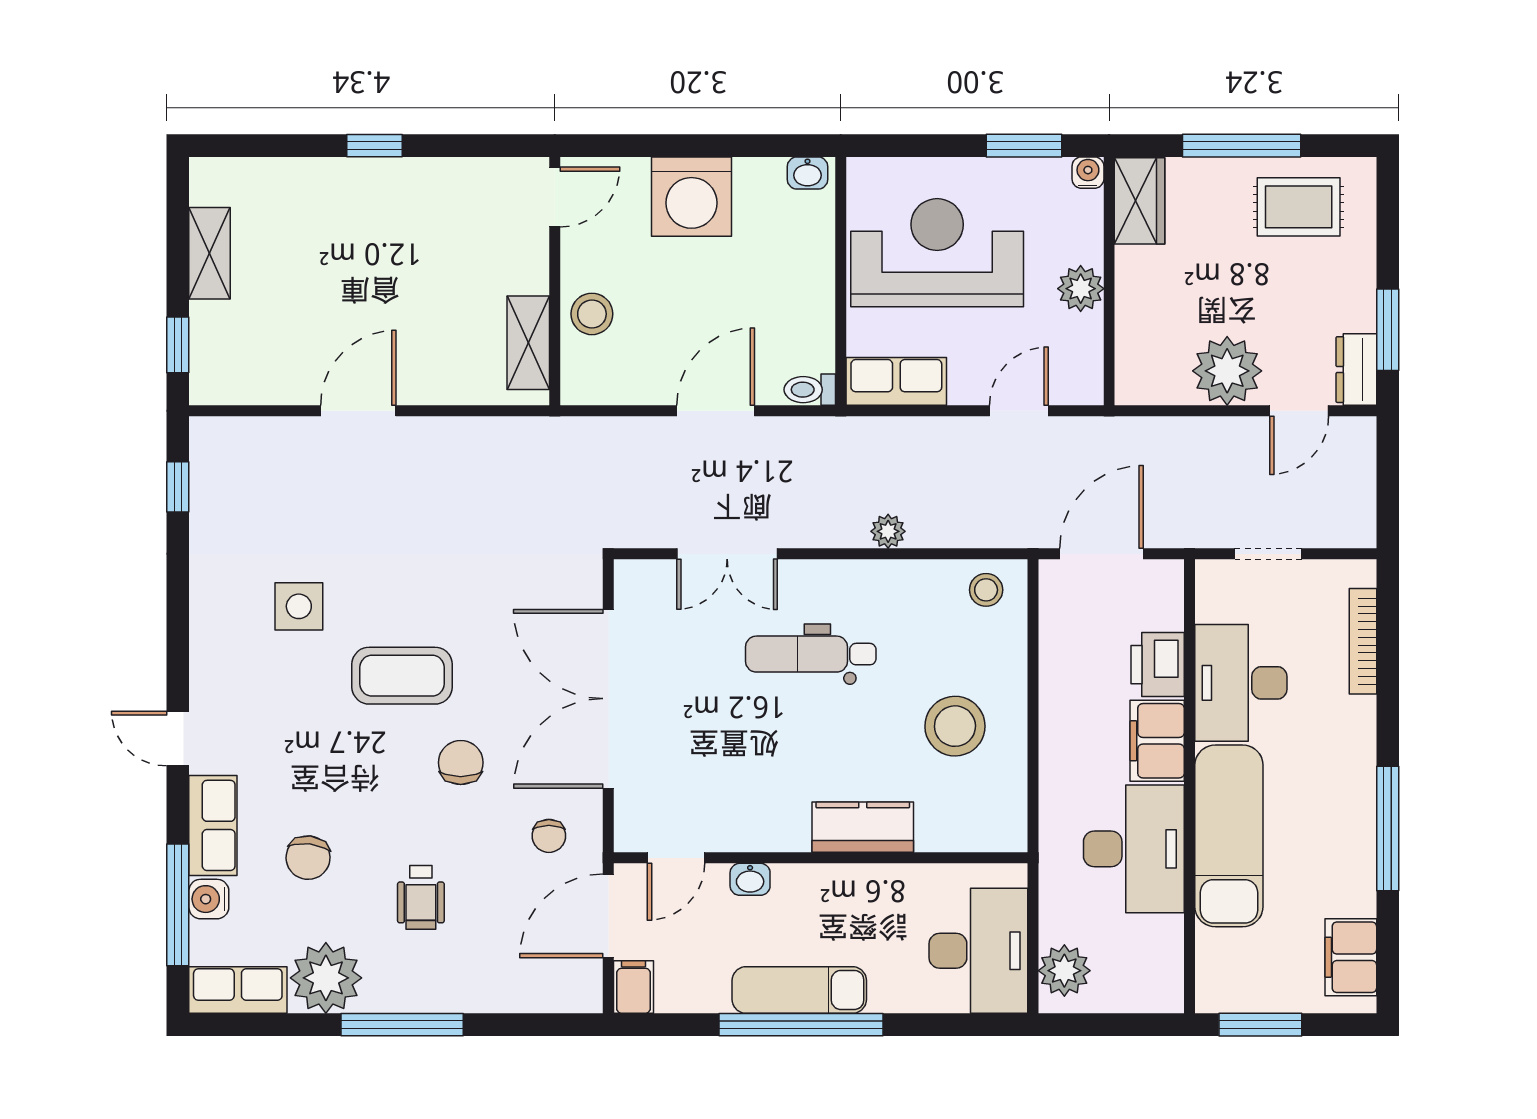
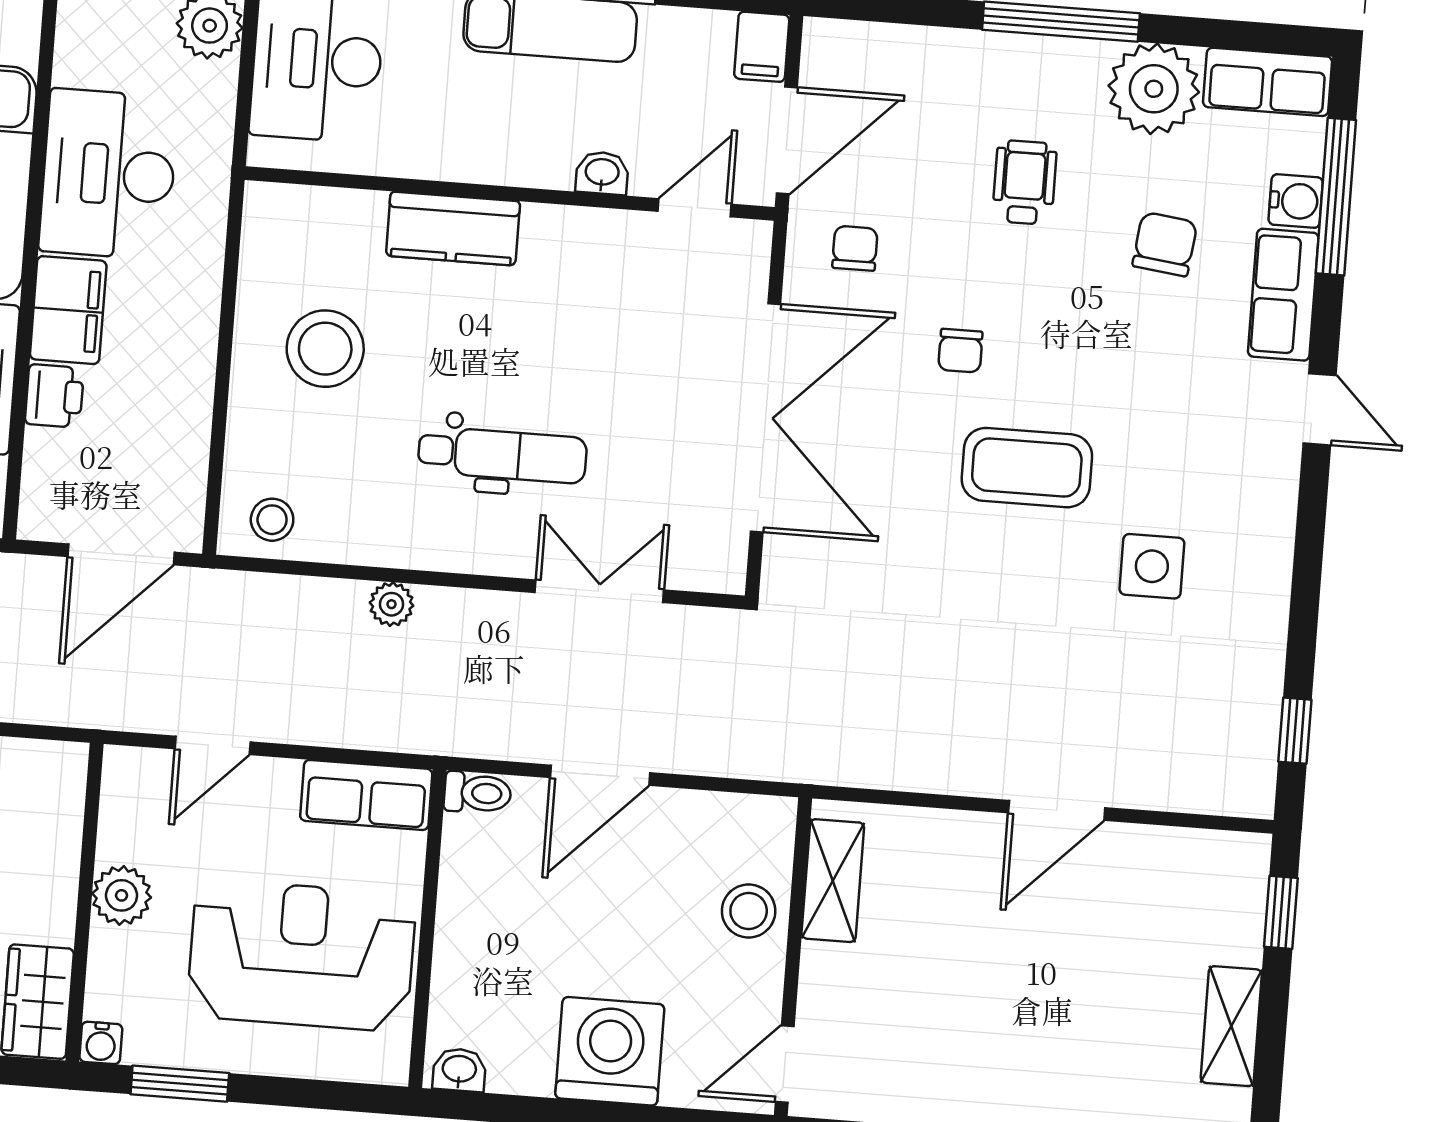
reception desk: (937, 253) -> (301, 955), turned 180
printer: (1158, 665) -> (54, 396), width x0.73, depth x0.81
chair: (461, 763) -> (960, 351), width x0.73, depth x0.73

